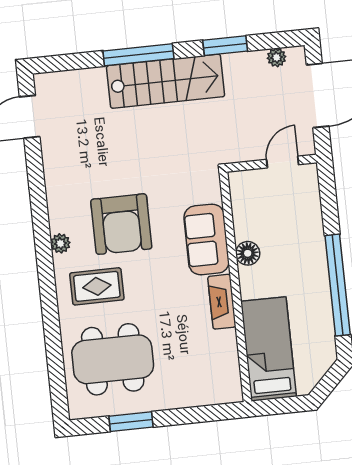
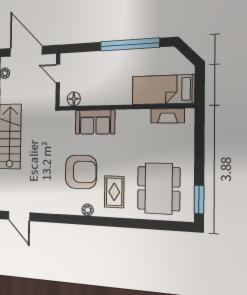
floor lamp: (248, 253) -> (74, 99), moved
fireplace: (222, 302) -> (168, 116), moved
window: (131, 422) -> (199, 200), moved

